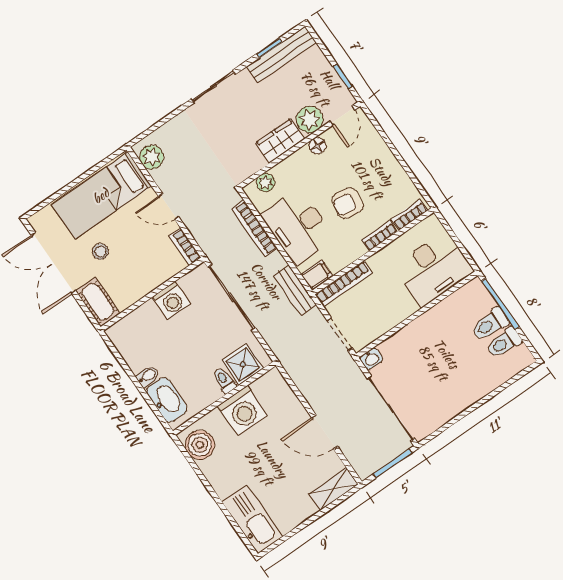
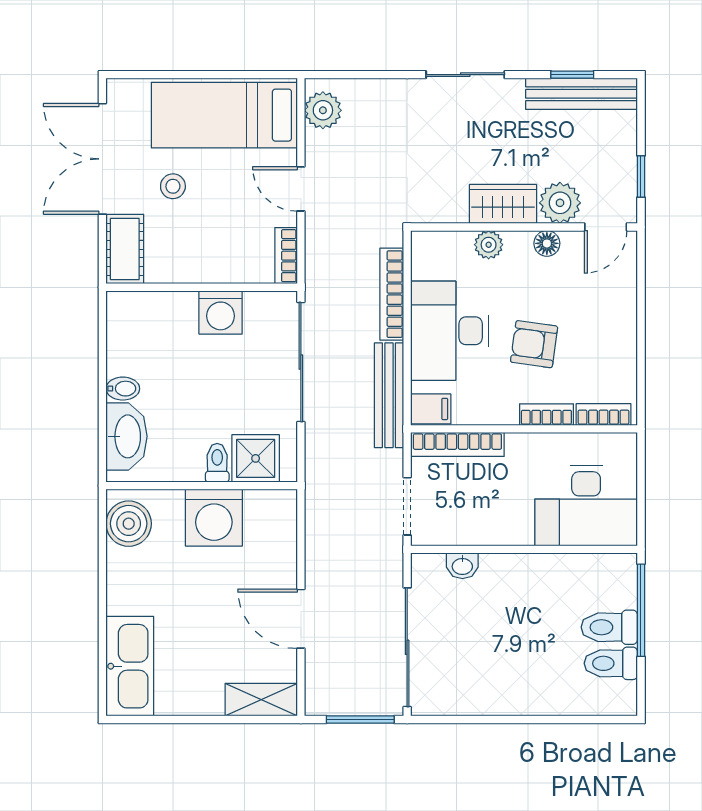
plant: (266, 183) -> (489, 245), moved
bench: (295, 290) -> (389, 395), width x1.36
washbasin: (371, 359) -> (462, 566), moved

